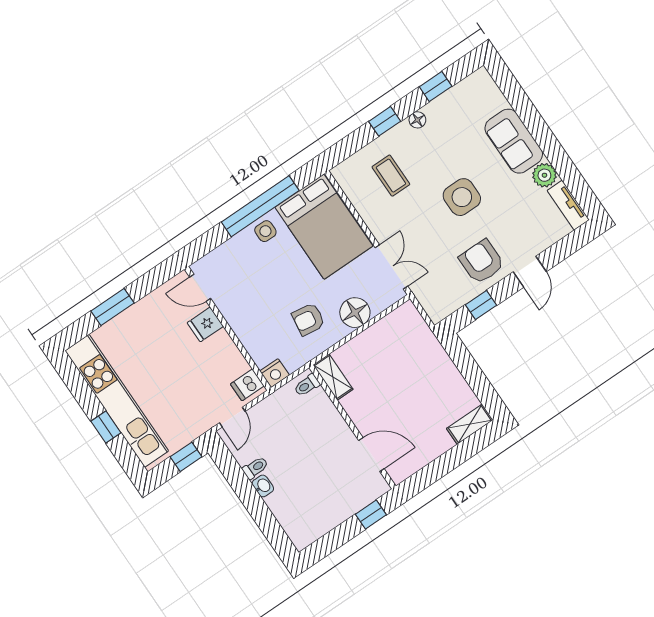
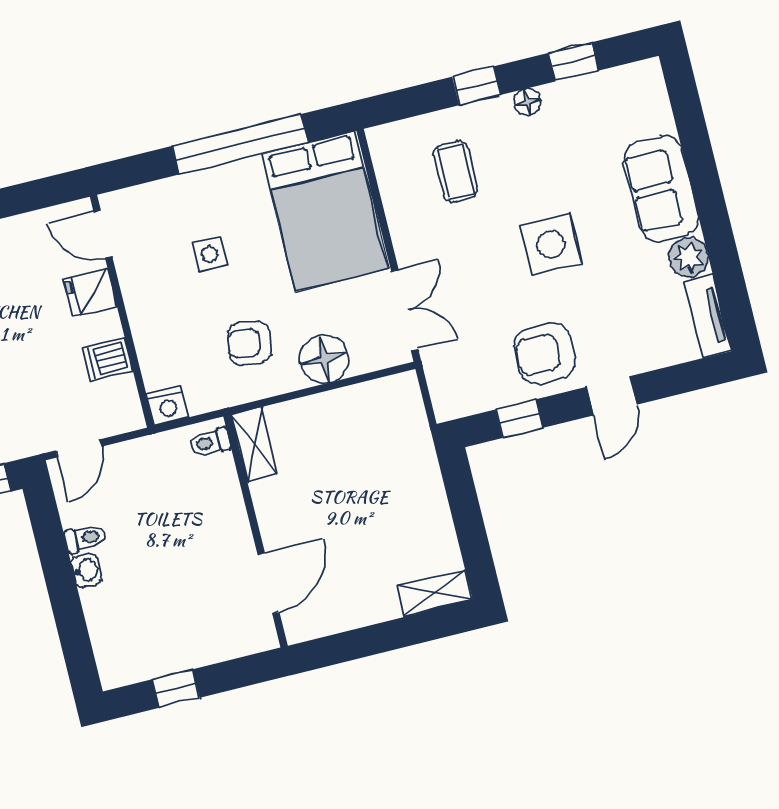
side table: (265, 231) -> (210, 254), moved
armchair: (482, 262) -> (545, 353), turned -90
dishwasher: (247, 385) -> (108, 360), moved
door: (371, 454) -> (269, 583), hinge flipped
window: (371, 514) -> (176, 689), moved

